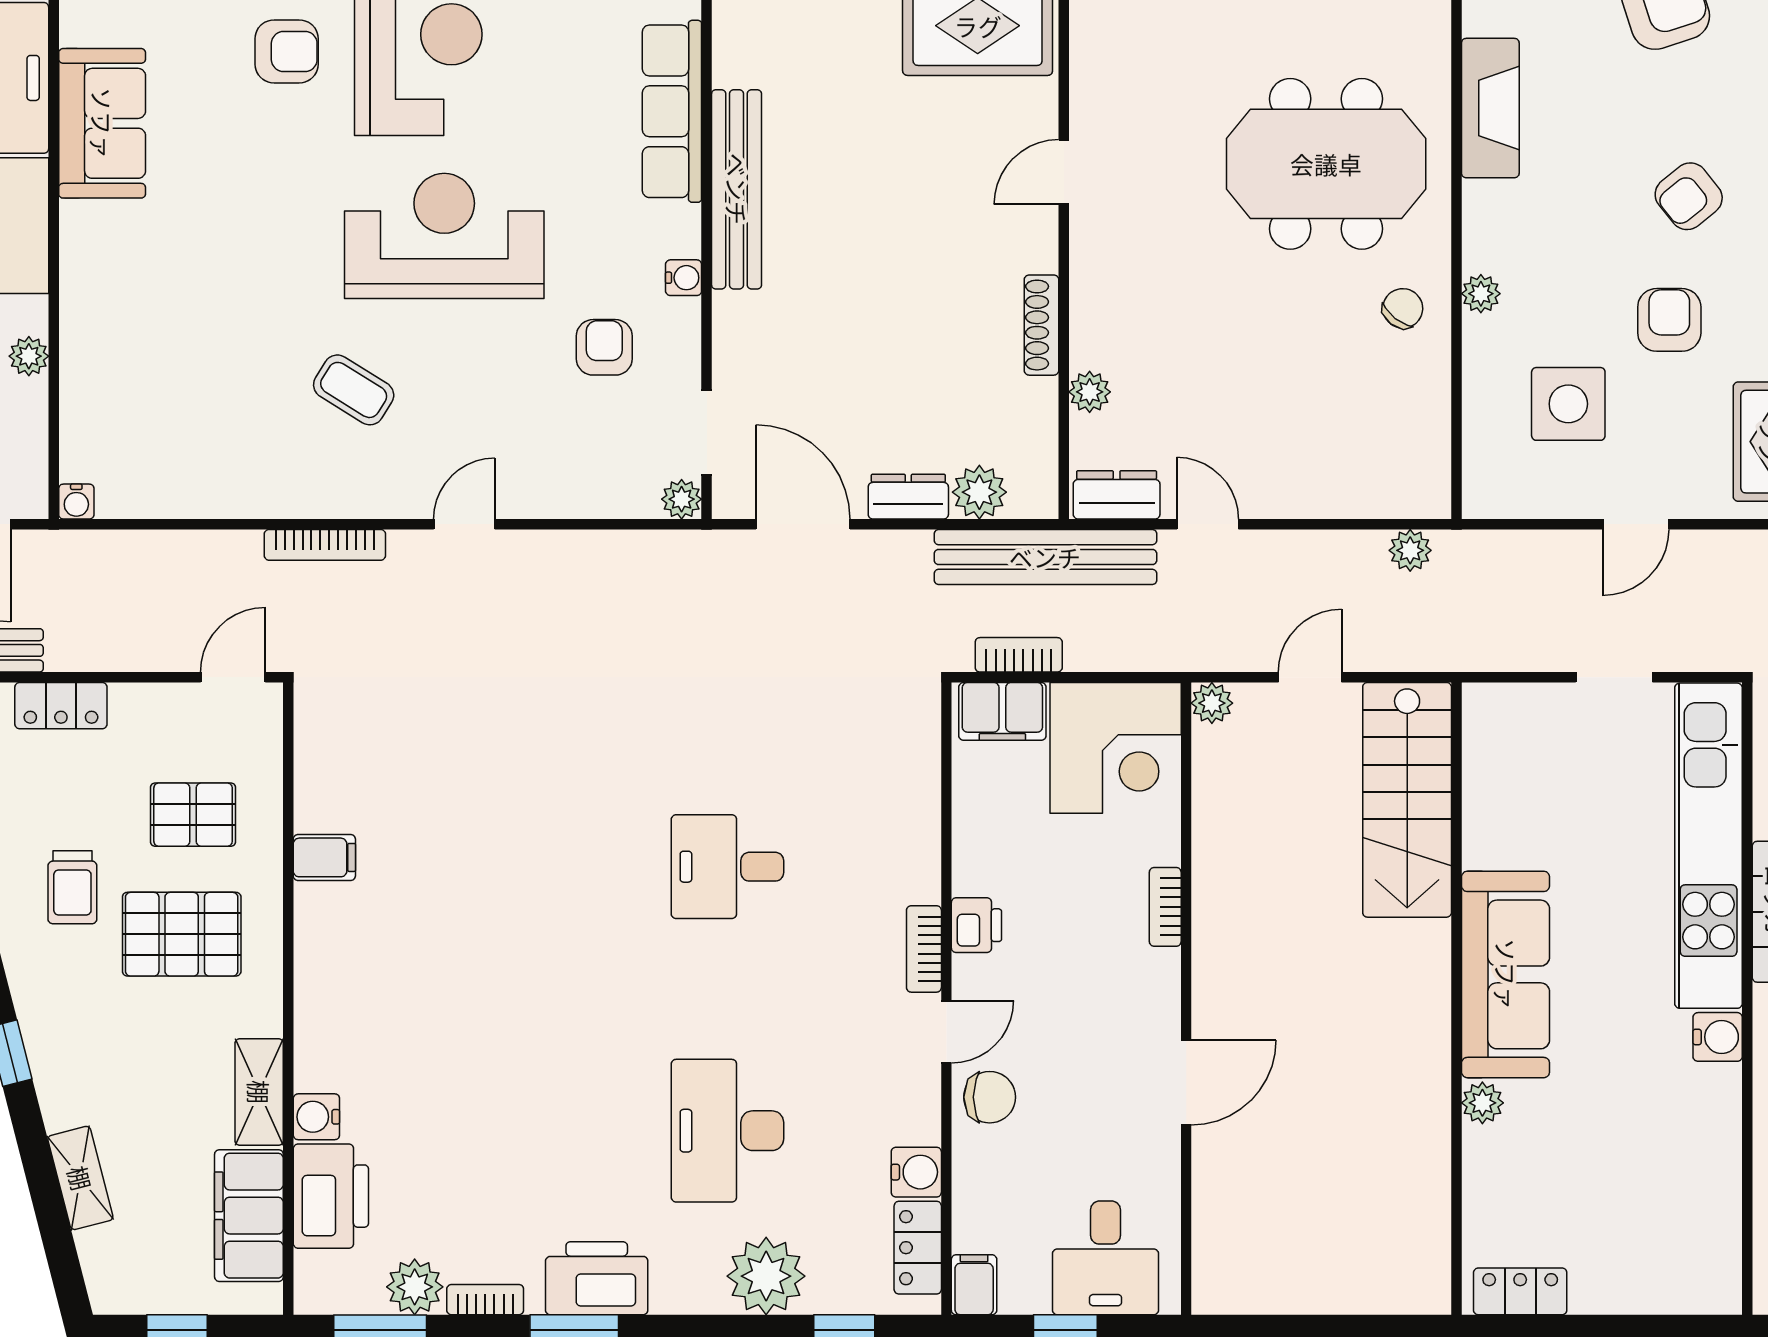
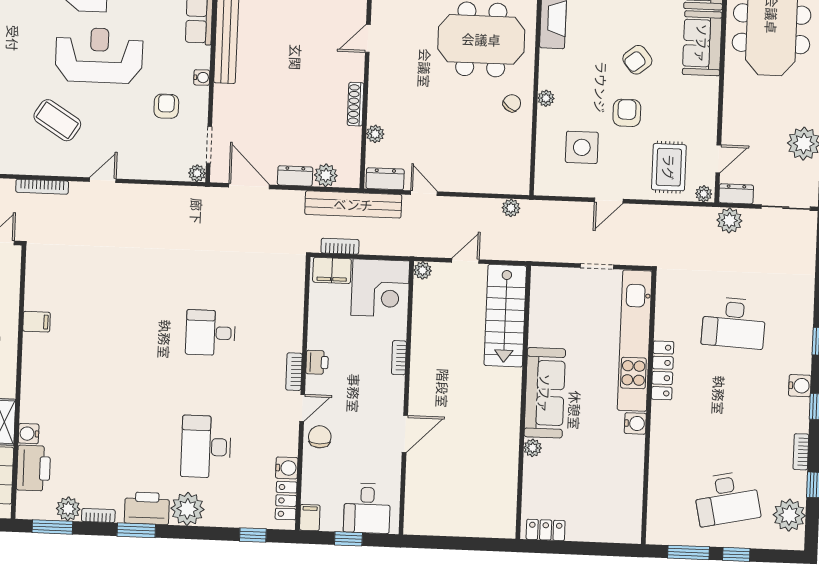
coffee table: (354, 390) -> (57, 120), width x1.36, depth x1.30
chair: (990, 1097) -> (320, 437), turned -90
plant: (766, 1276) -> (187, 509), moved

